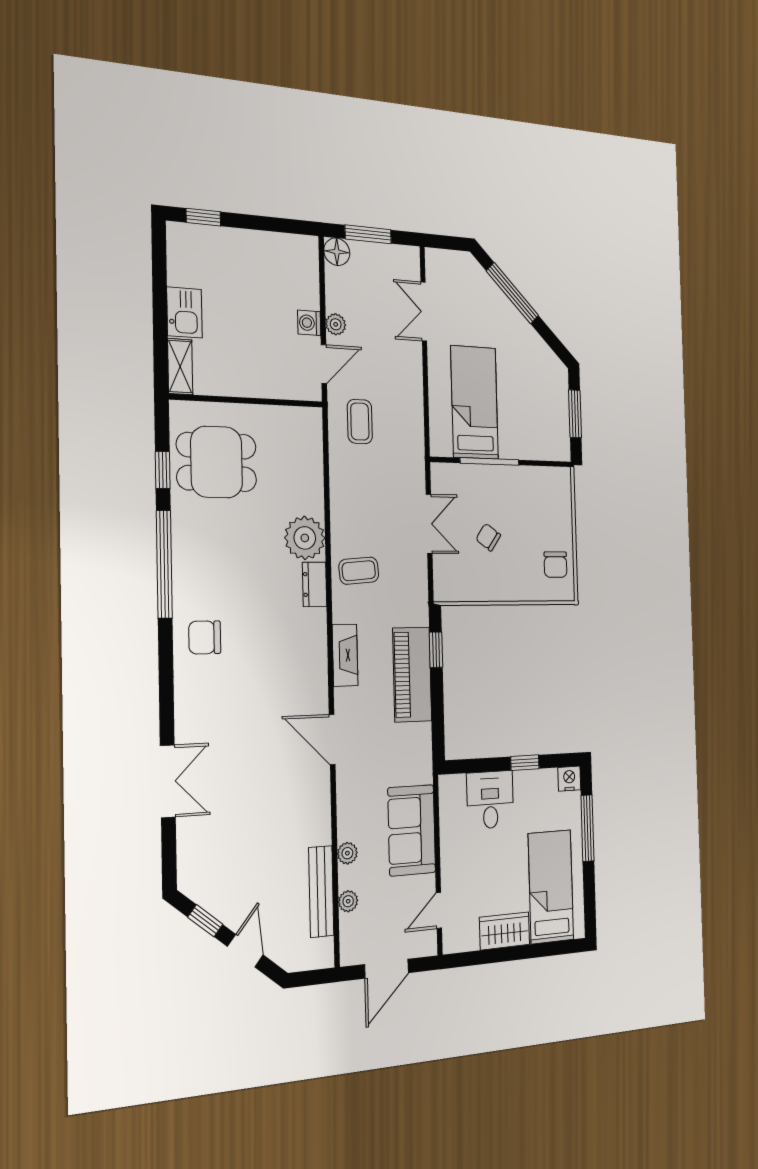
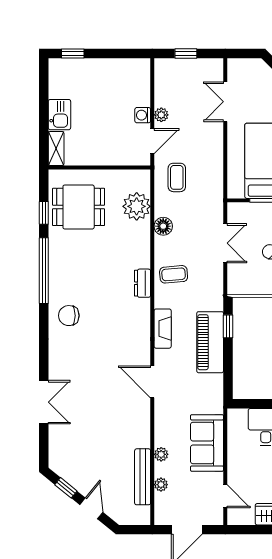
window: (368, 234) -> (186, 54), width x0.67
floor lamp: (337, 252) -> (163, 226), moved
plant: (305, 538) -> (137, 206), moved
door: (439, 910) -> (225, 496), swing flipped

